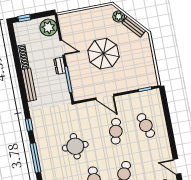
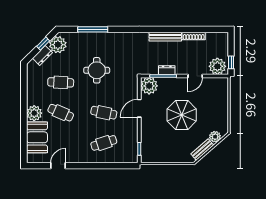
window: (24, 18) -> (231, 62), moved
dresser: (60, 66) -> (167, 70), moved
plant: (81, 91) -> (149, 86), added
window: (29, 125) -> (126, 29), removed

